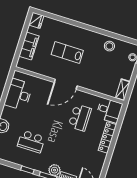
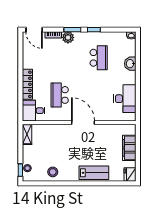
lab bench: (67, 53) -> (94, 173), moved
door: (66, 84) -> (83, 123), hinge flipped
school desk: (31, 142) -> (99, 58), turned 90

